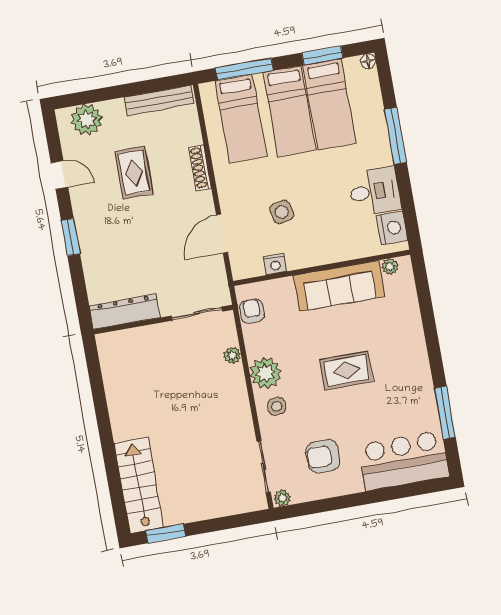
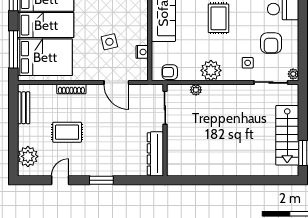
bench: (159, 100) -> (24, 108), width x0.73
bed: (241, 119) -> (45, 57), width x1.50
side table: (277, 406) -> (248, 63), moved
stairs: (139, 485) -> (287, 135), moved, turned -90

